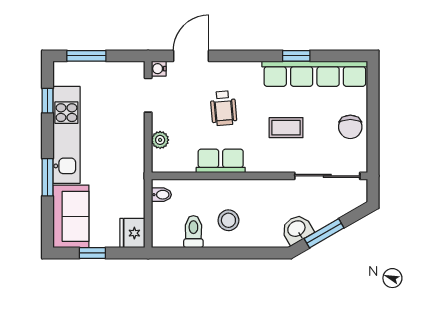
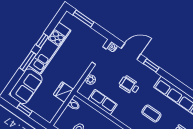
window: (296, 56) -> (151, 65), moved
window: (47, 101) -> (42, 41), moved
wheelchair: (223, 108) -> (129, 85), turned 93
row of seats: (221, 161) -> (103, 102), moved
fridge: (132, 233) -> (63, 92), moved

